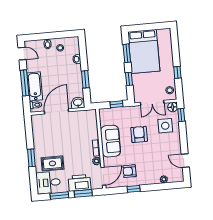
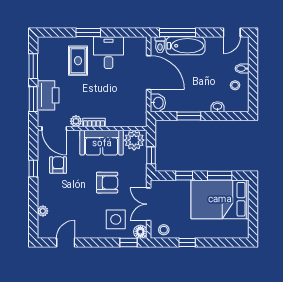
window: (25, 83) -> (178, 33), moved
plant: (107, 117) -> (134, 140), added
desk: (48, 183) -> (109, 53), moved

